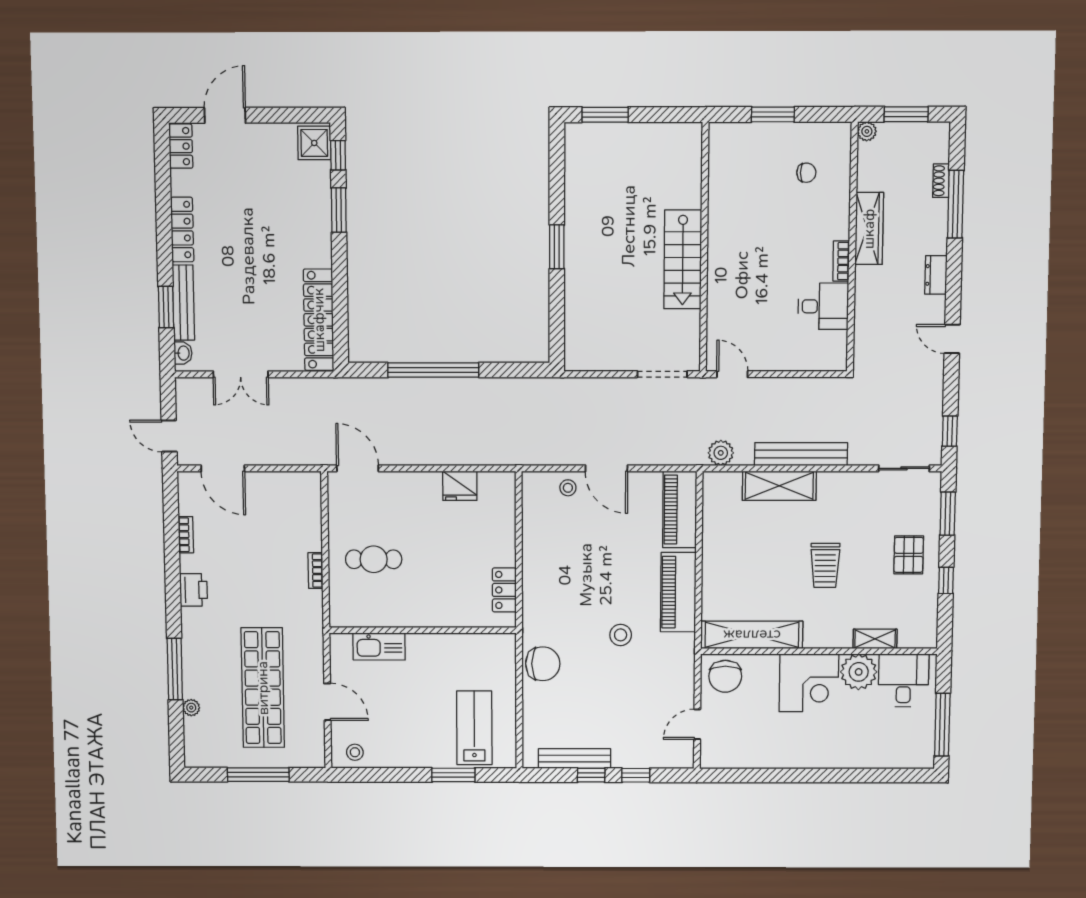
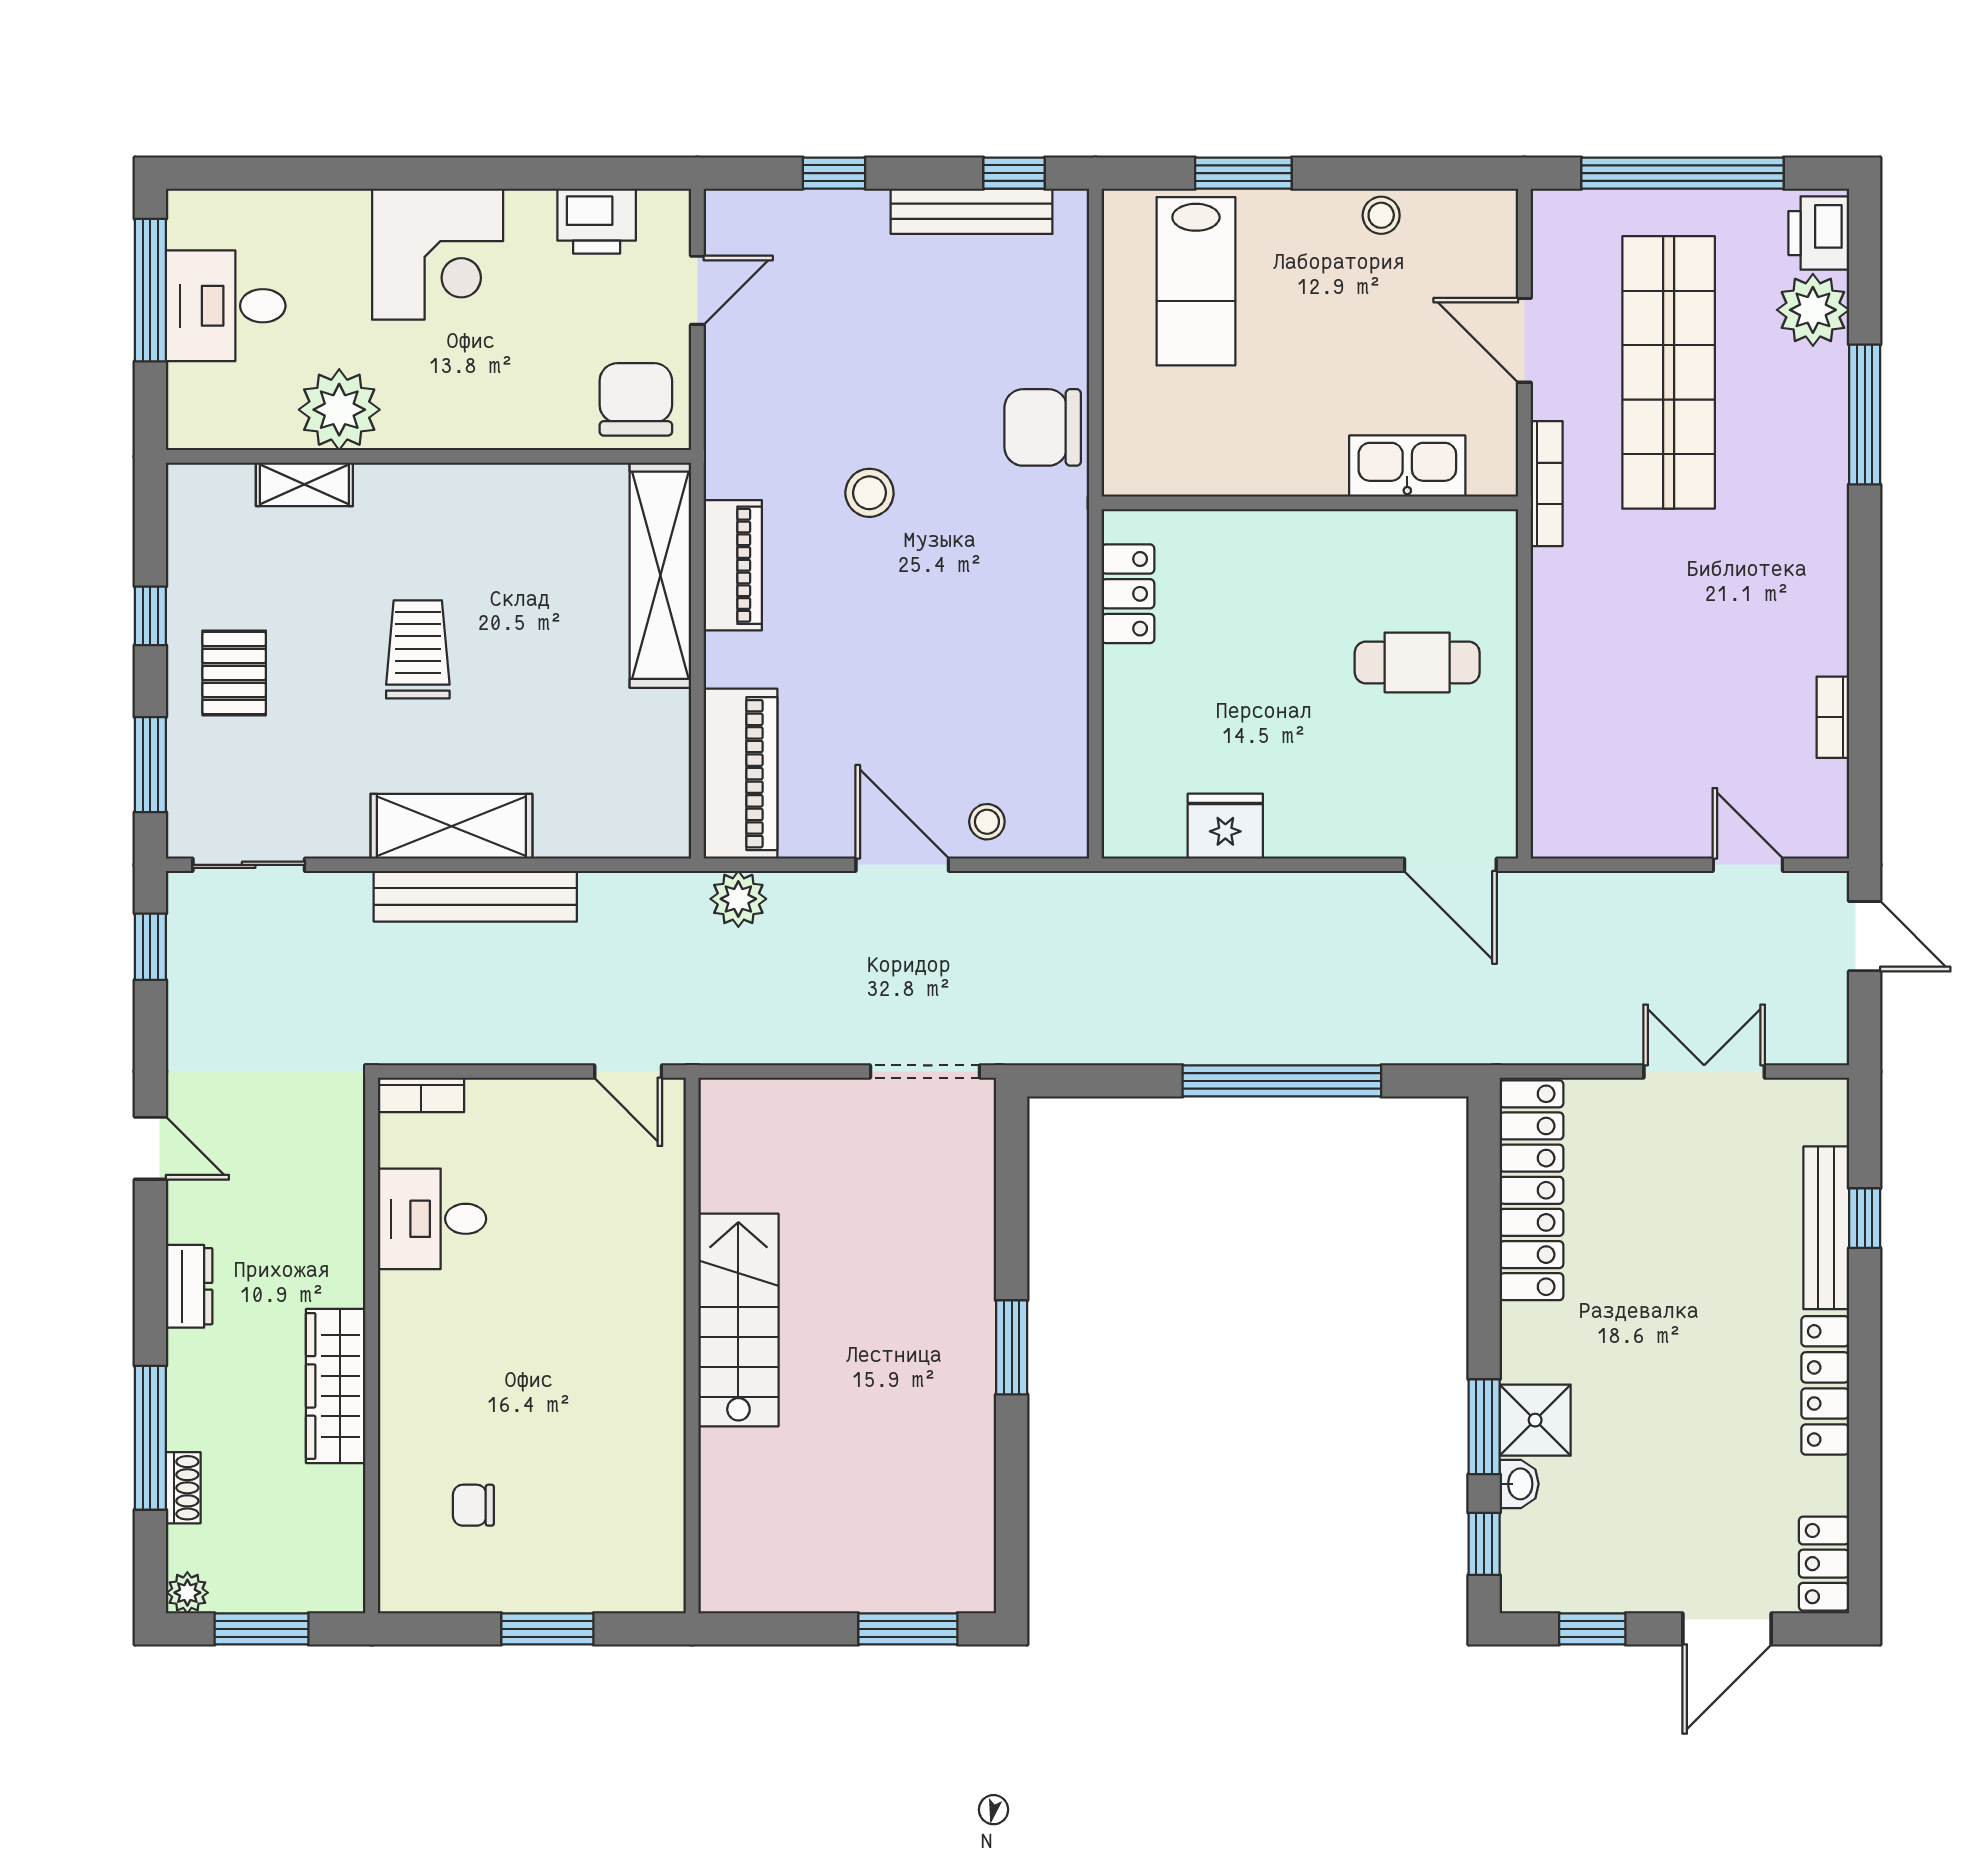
window: (287, 115) -> (1592, 1629), added
plant: (867, 131) -> (187, 1593), moved
shower: (314, 143) -> (1535, 1420), moved
bookcase: (841, 261) -> (421, 1095), moved, turned 90
window: (166, 307) -> (1865, 1218), width x0.67
washbasin: (183, 353) -> (1519, 1484), moved, turned 180
doorway: (662, 374) -> (925, 1072), moved
plant: (721, 453) -> (738, 899), moved
door: (223, 468) -> (1748, 865), width x0.73
shelving: (779, 486) -> (451, 826), moved
bookcase: (315, 571) -> (1547, 484), moved, width x1.56
printer: (193, 590) -> (1819, 233), moved
piano: (678, 592) -> (733, 565), width x0.73, depth x0.75
shelving: (752, 635) -> (660, 575), moved, turned 90
desk: (903, 680) -> (226, 306), moved, turned 90
corner desk: (809, 683) -> (438, 254), moved, turned 180
plant: (191, 708) -> (1813, 310), width x1.87, depth x1.87
stool: (355, 752) -> (1381, 215), moved
printer: (742, 755) -> (597, 221), added
window: (258, 775) -> (1683, 173), width x1.46
window: (591, 775) -> (1014, 173), moved

